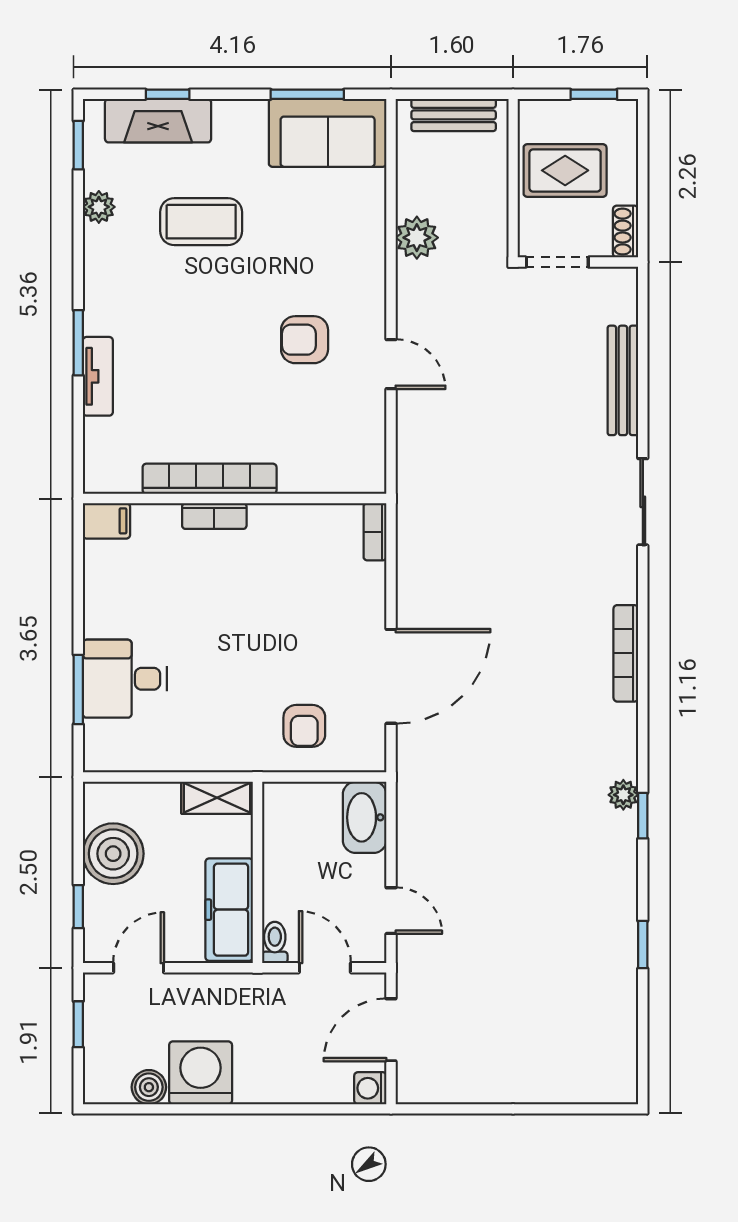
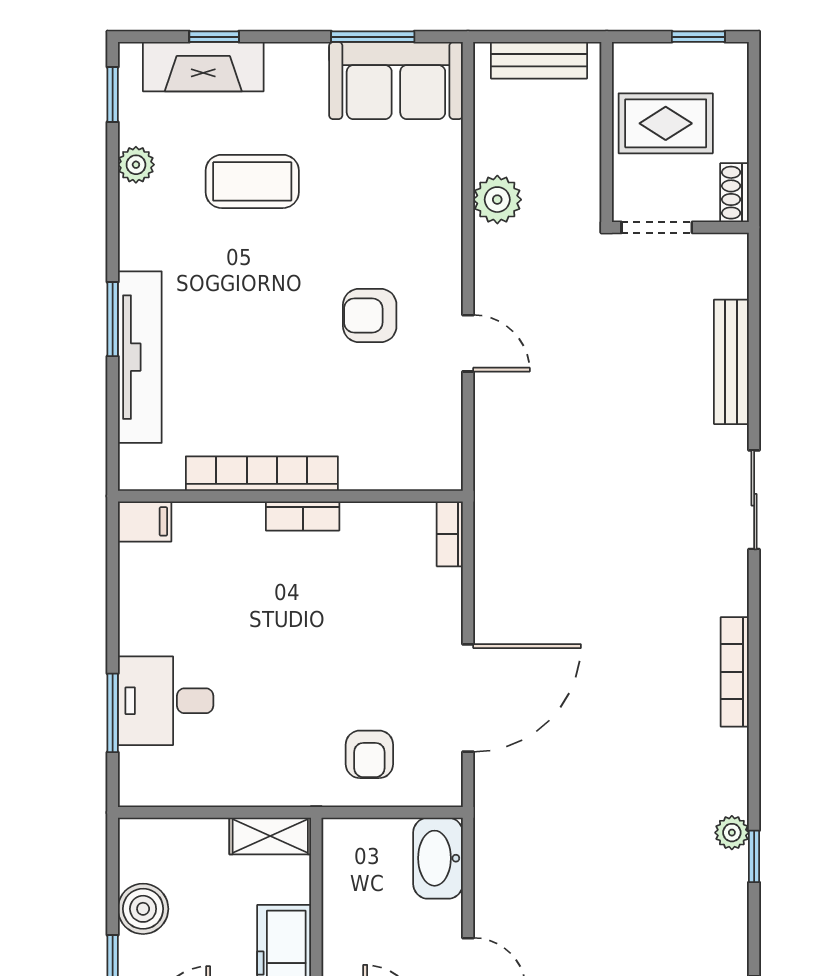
tv unit: (98, 376) -> (140, 357), width x1.92, depth x1.29
bookcase: (214, 516) -> (303, 516), moved
boiler: (113, 854) -> (143, 909), width x0.73, depth x0.73

